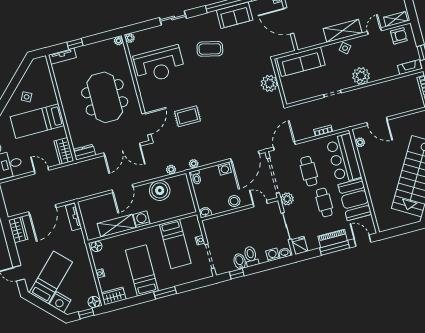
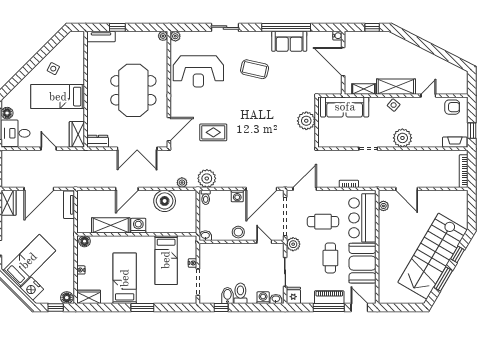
shelving: (396, 19) -> (364, 89), moved
plant: (194, 164) -> (207, 178), width x1.87, depth x1.87
cafe table: (309, 171) -> (323, 222), turned 90

